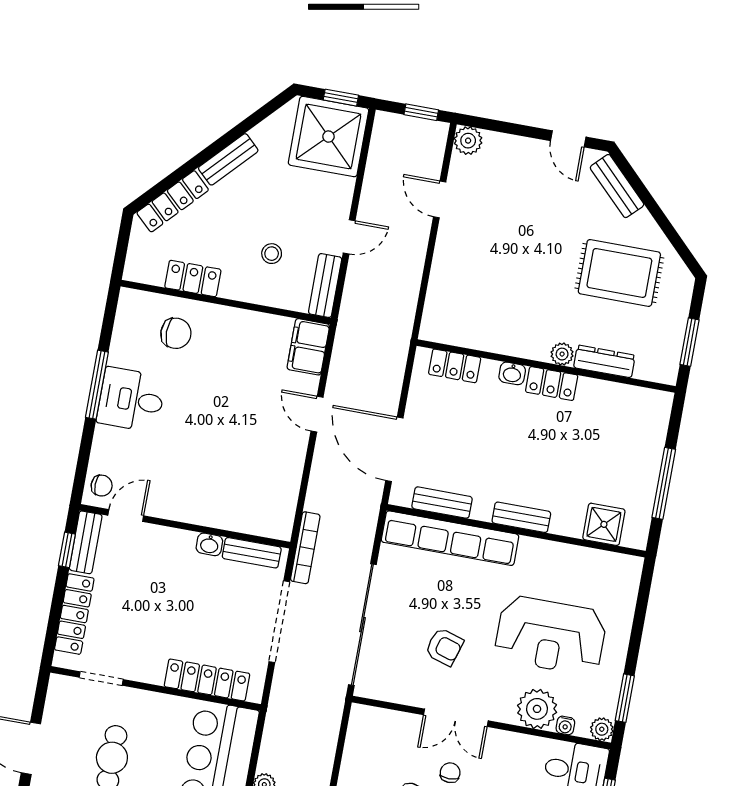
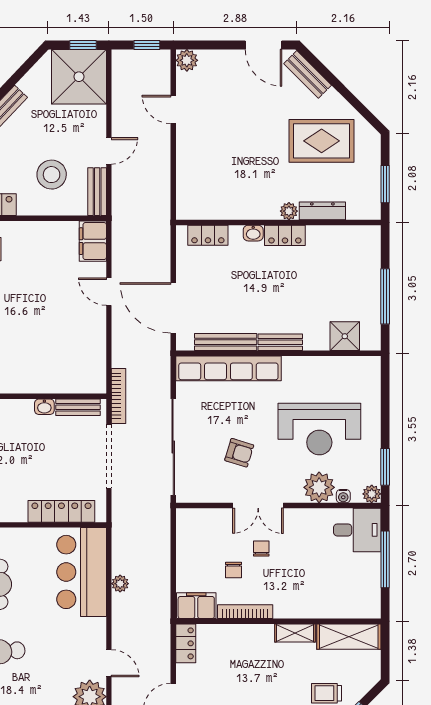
door: (568, 139) -> (264, 45), width x1.38
stool: (272, 254) -> (52, 175), width x1.89, depth x1.89
bench: (442, 503) -> (226, 342), width x1.36

